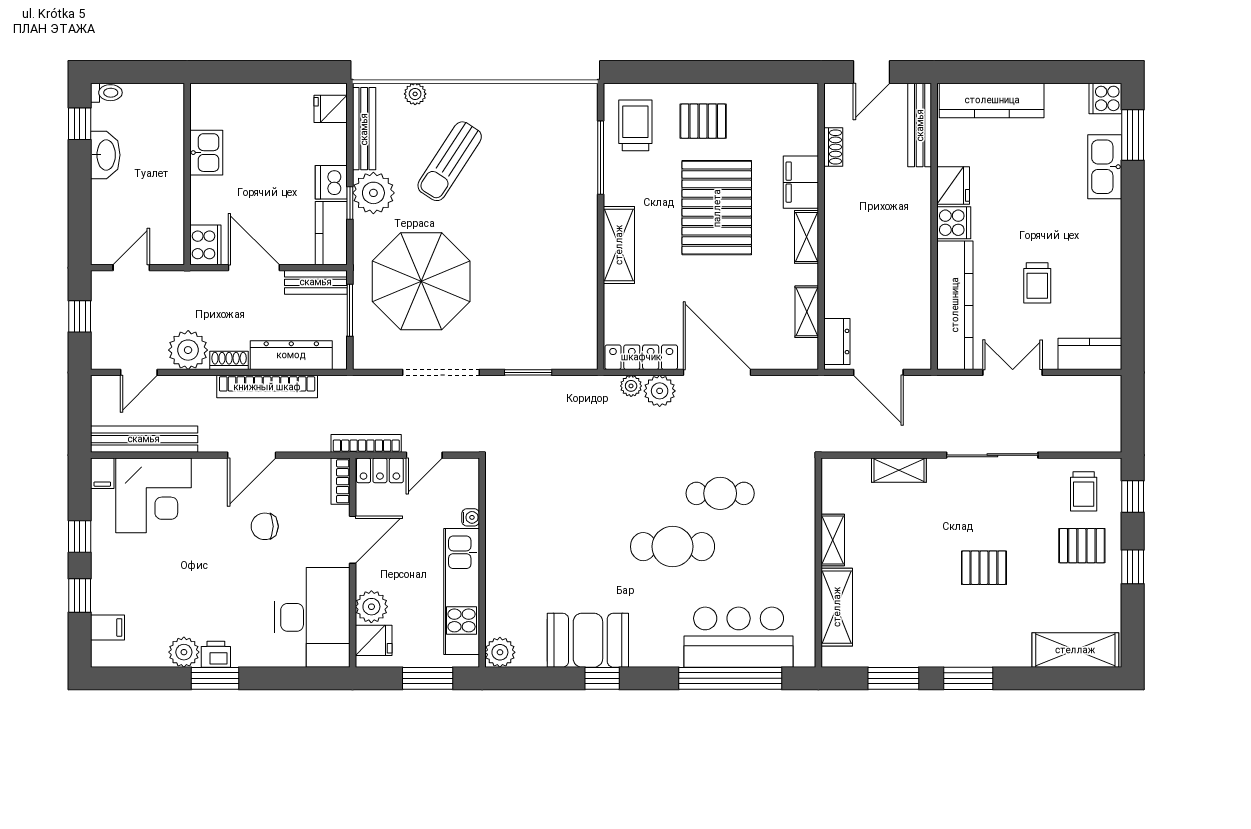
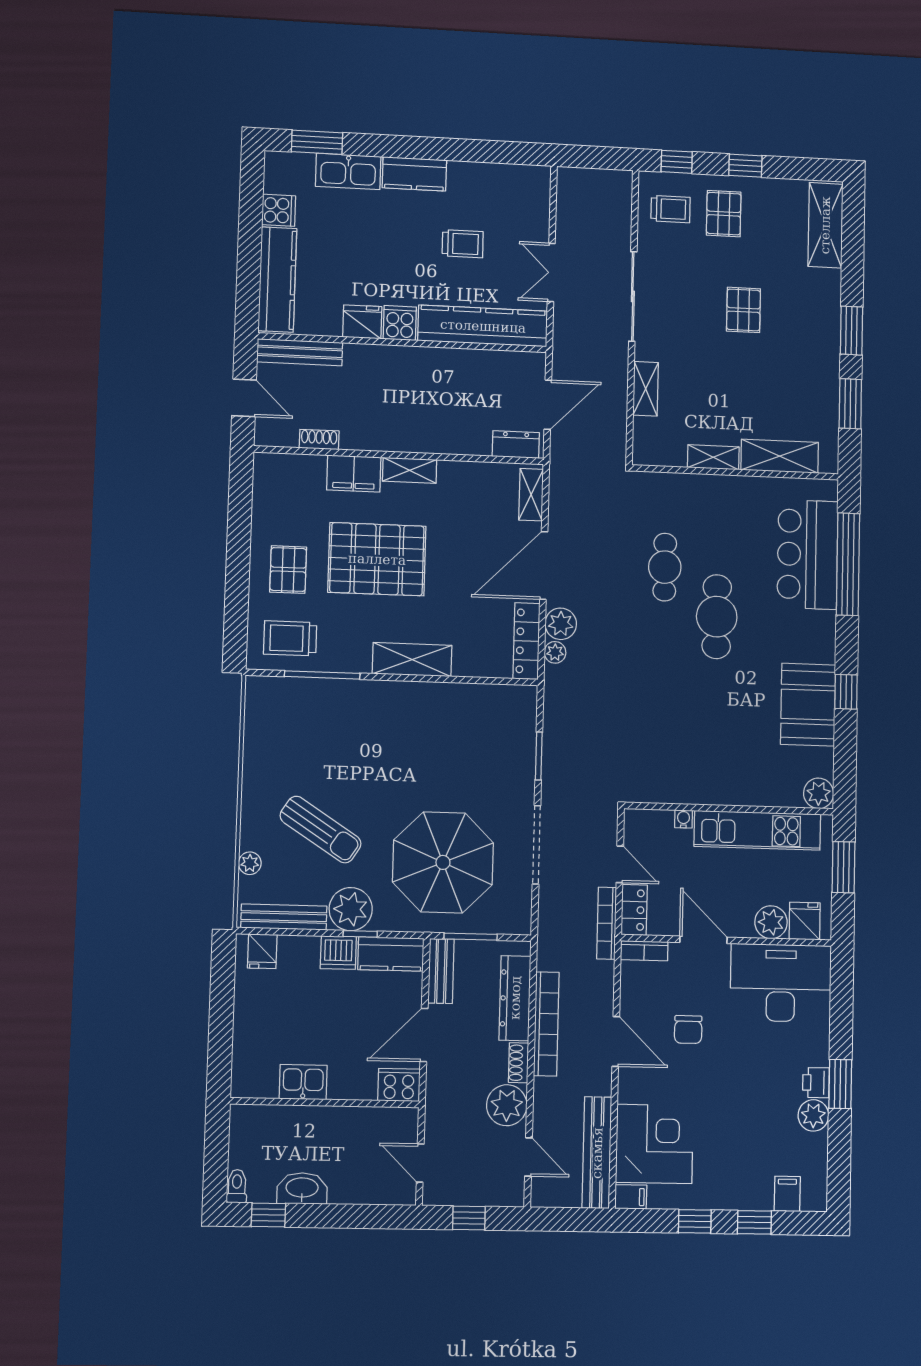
cooker: (1105, 98) -> (279, 210), moved, turned -90
shelving: (807, 312) -> (531, 495), moved, turned 90
kitchen counter: (1090, 354) -> (414, 174), moved, turned -90

